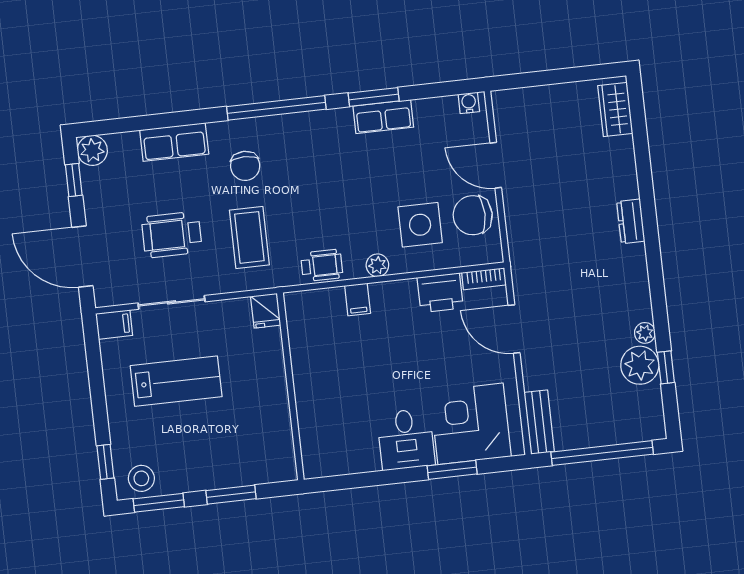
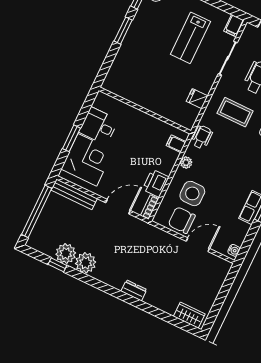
chair: (473, 215) -> (182, 220), turned -90
wheelchair: (322, 265) -> (202, 137), turned 180
plant: (645, 333) -> (86, 263), width x1.88, depth x1.88
wall: (290, 386) -> (145, 111), moved
bench: (539, 422) -> (74, 194), width x1.36

